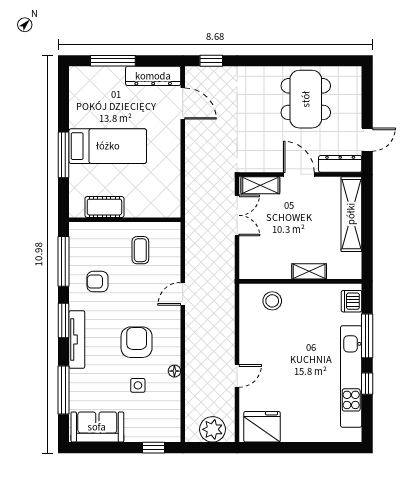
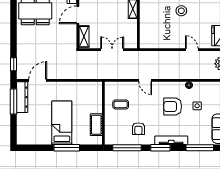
window: (113, 61) -> (14, 102), moved
double door: (237, 215) -> (112, 50), moved
stool: (272, 301) -> (181, 11), moved

